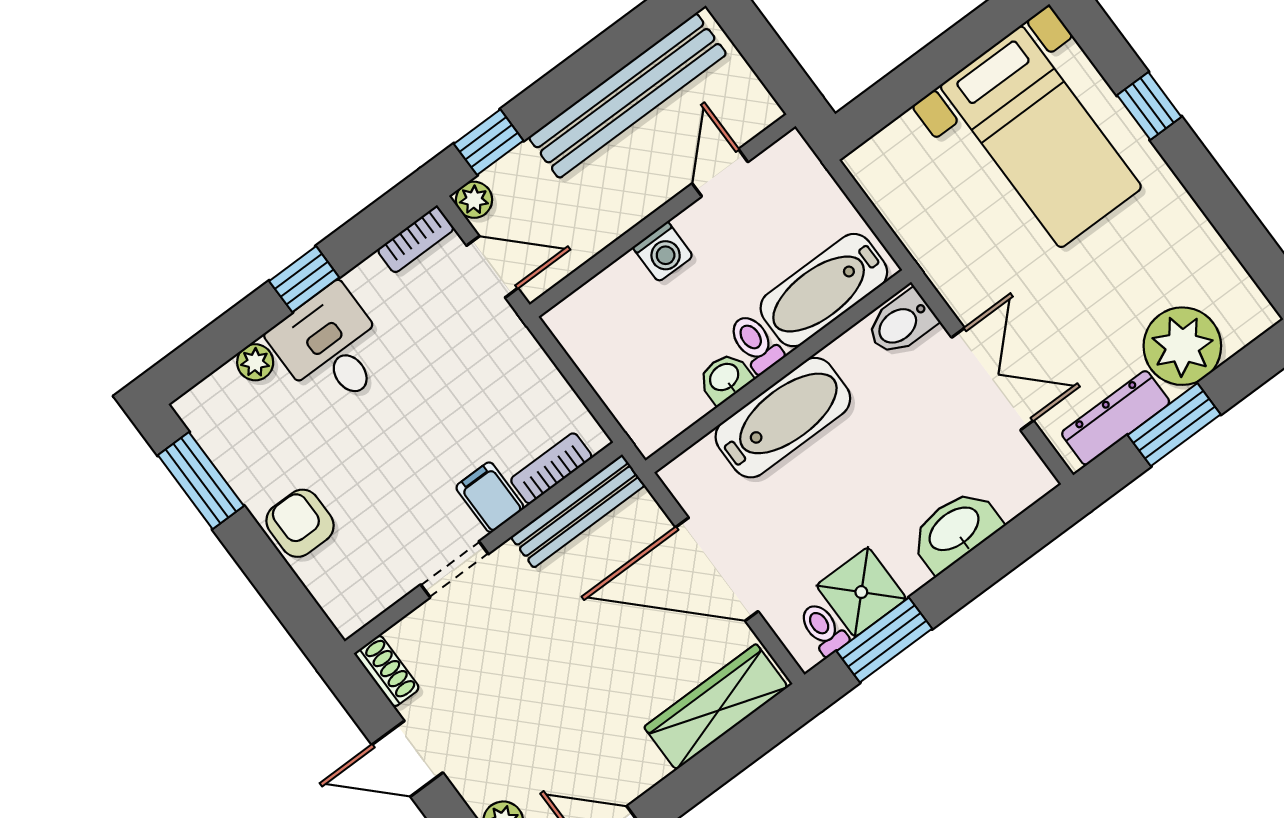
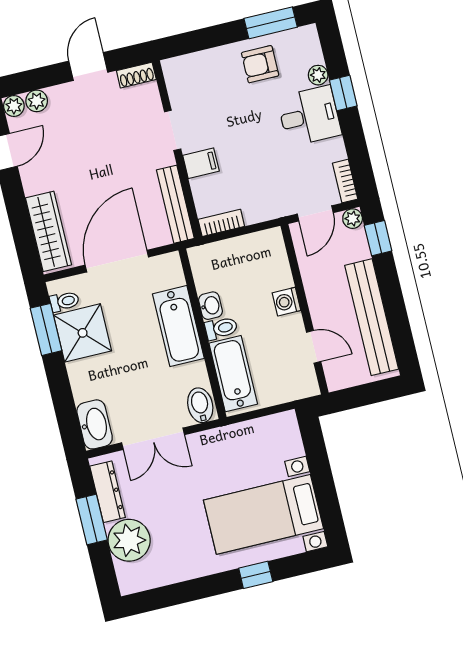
window: (304, 279) -> (343, 93), moved
bookcase: (551, 468) -> (221, 223), moved, turned -90
armchair: (300, 523) -> (260, 64), moved, turned 180
washbasin: (955, 530) -> (95, 424), moved
shower: (861, 592) -> (83, 333), width x1.36, depth x1.36

